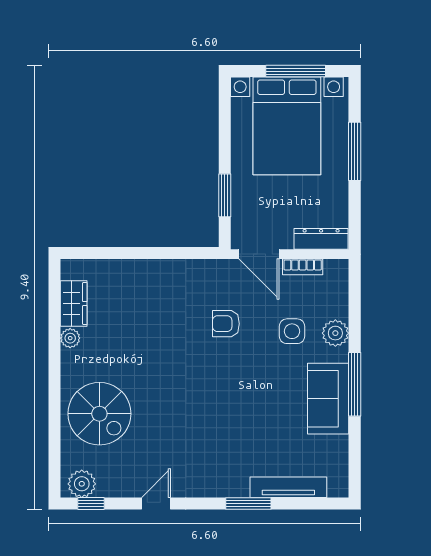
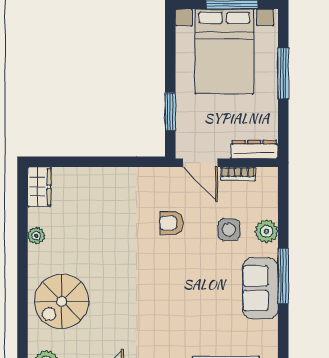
wardrobe: (74, 304) -> (39, 187), moved
spiral stairs: (99, 414) -> (62, 301), turned 90

